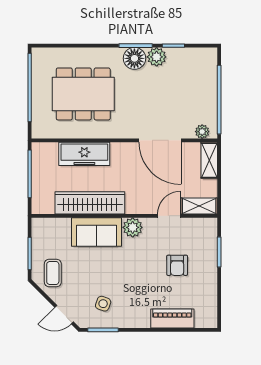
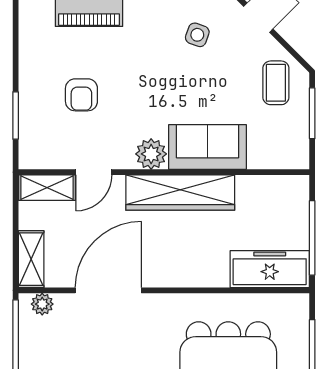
door: (160, 140) -> (108, 290), hinge flipped
freezer: (84, 154) -> (270, 269), moved
wardrobe: (90, 203) -> (180, 193), moved
armchair: (177, 265) -> (81, 95), turned 180

